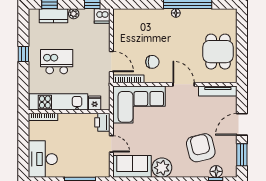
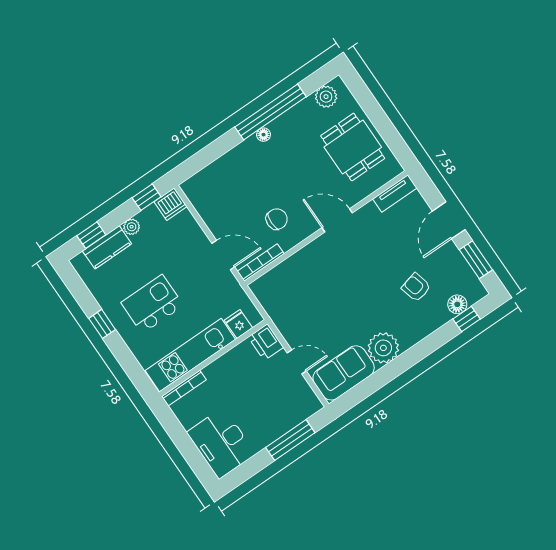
plant: (222, 16) -> (326, 97), added
tv unit: (218, 91) -> (395, 193), width x0.71
corner sofa: (139, 104) -> (297, 286), removed
armchair: (201, 148) -> (416, 287), width x0.53, depth x0.53

